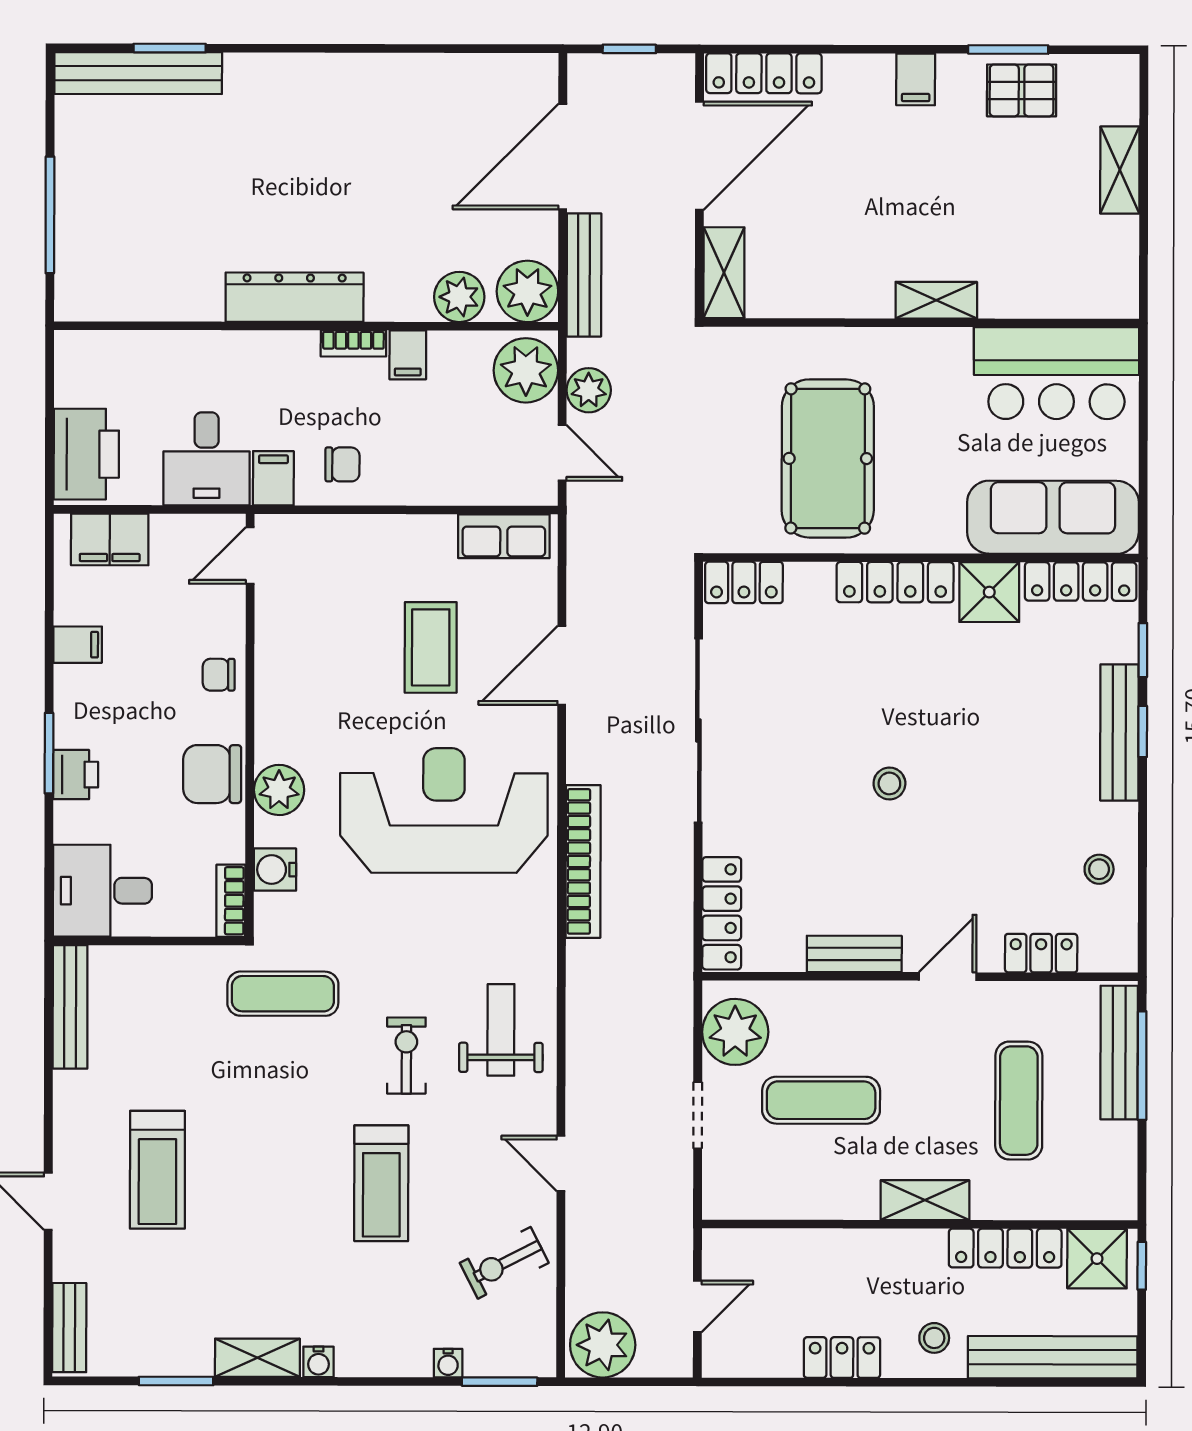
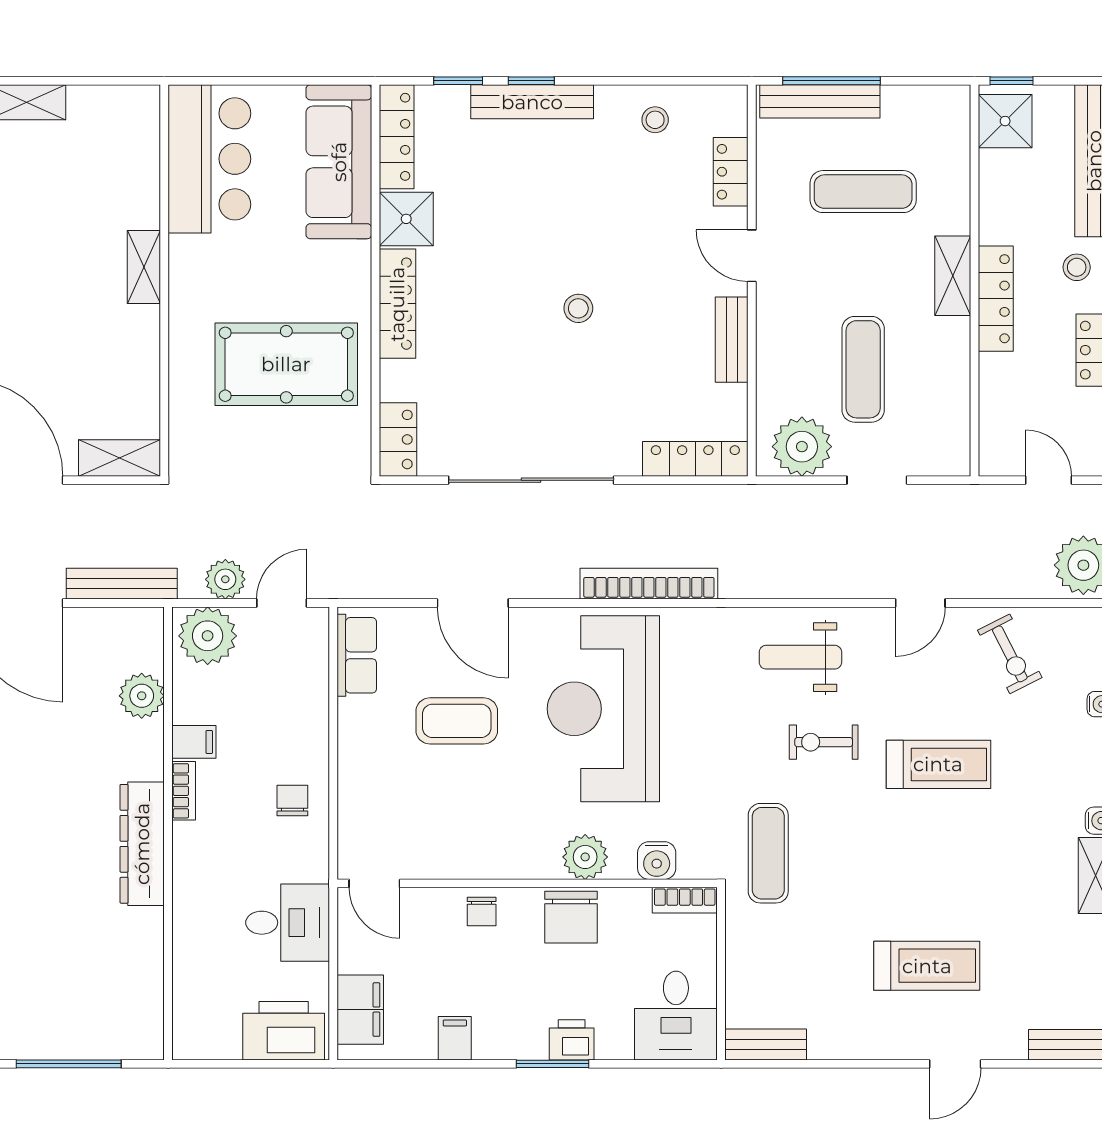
plant: (527, 291) -> (137, 634), removed
filing cabinet: (273, 478) -> (305, 863), removed
bench: (70, 1007) -> (766, 1044), width x0.73
locker: (1005, 1248) -> (996, 299), moved

